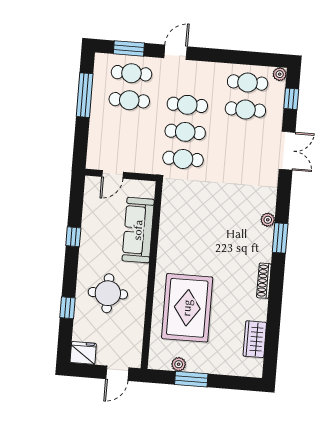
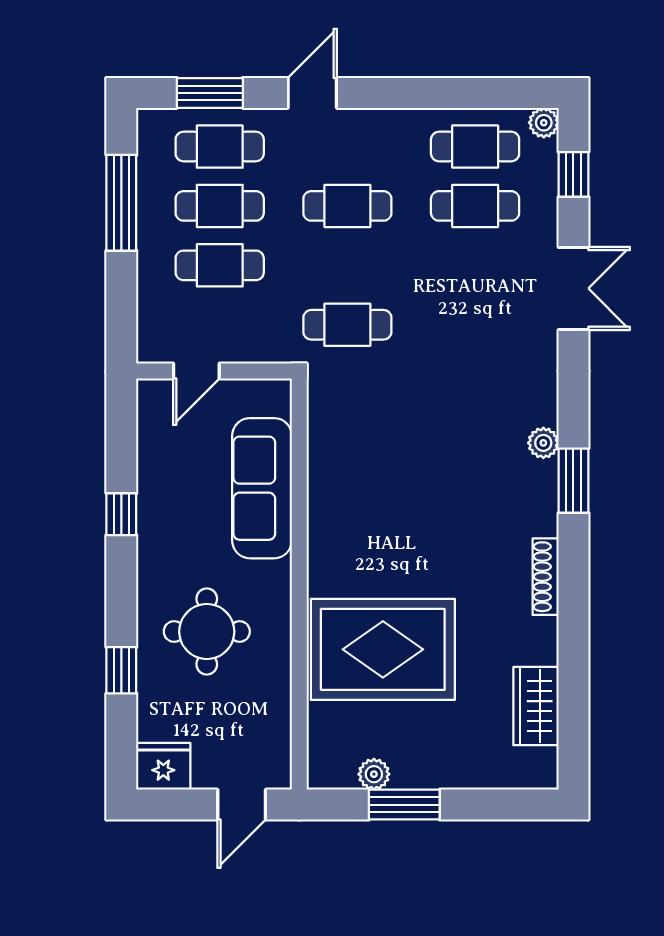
cafe table: (185, 132) -> (220, 265), moved
rug: (187, 308) -> (383, 649), turned 90

